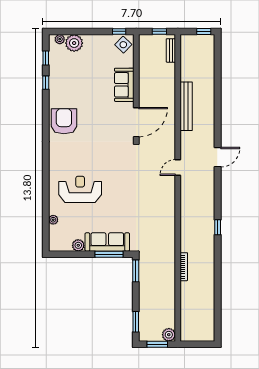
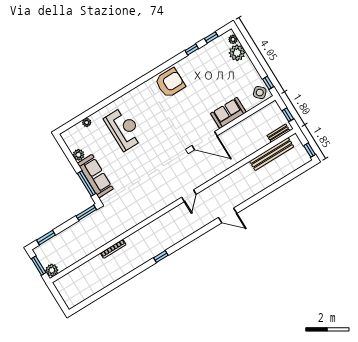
bench: (186, 106) -> (272, 154), moved
door: (218, 157) -> (228, 215), moved
door: (178, 167) -> (189, 196), swing flipped

